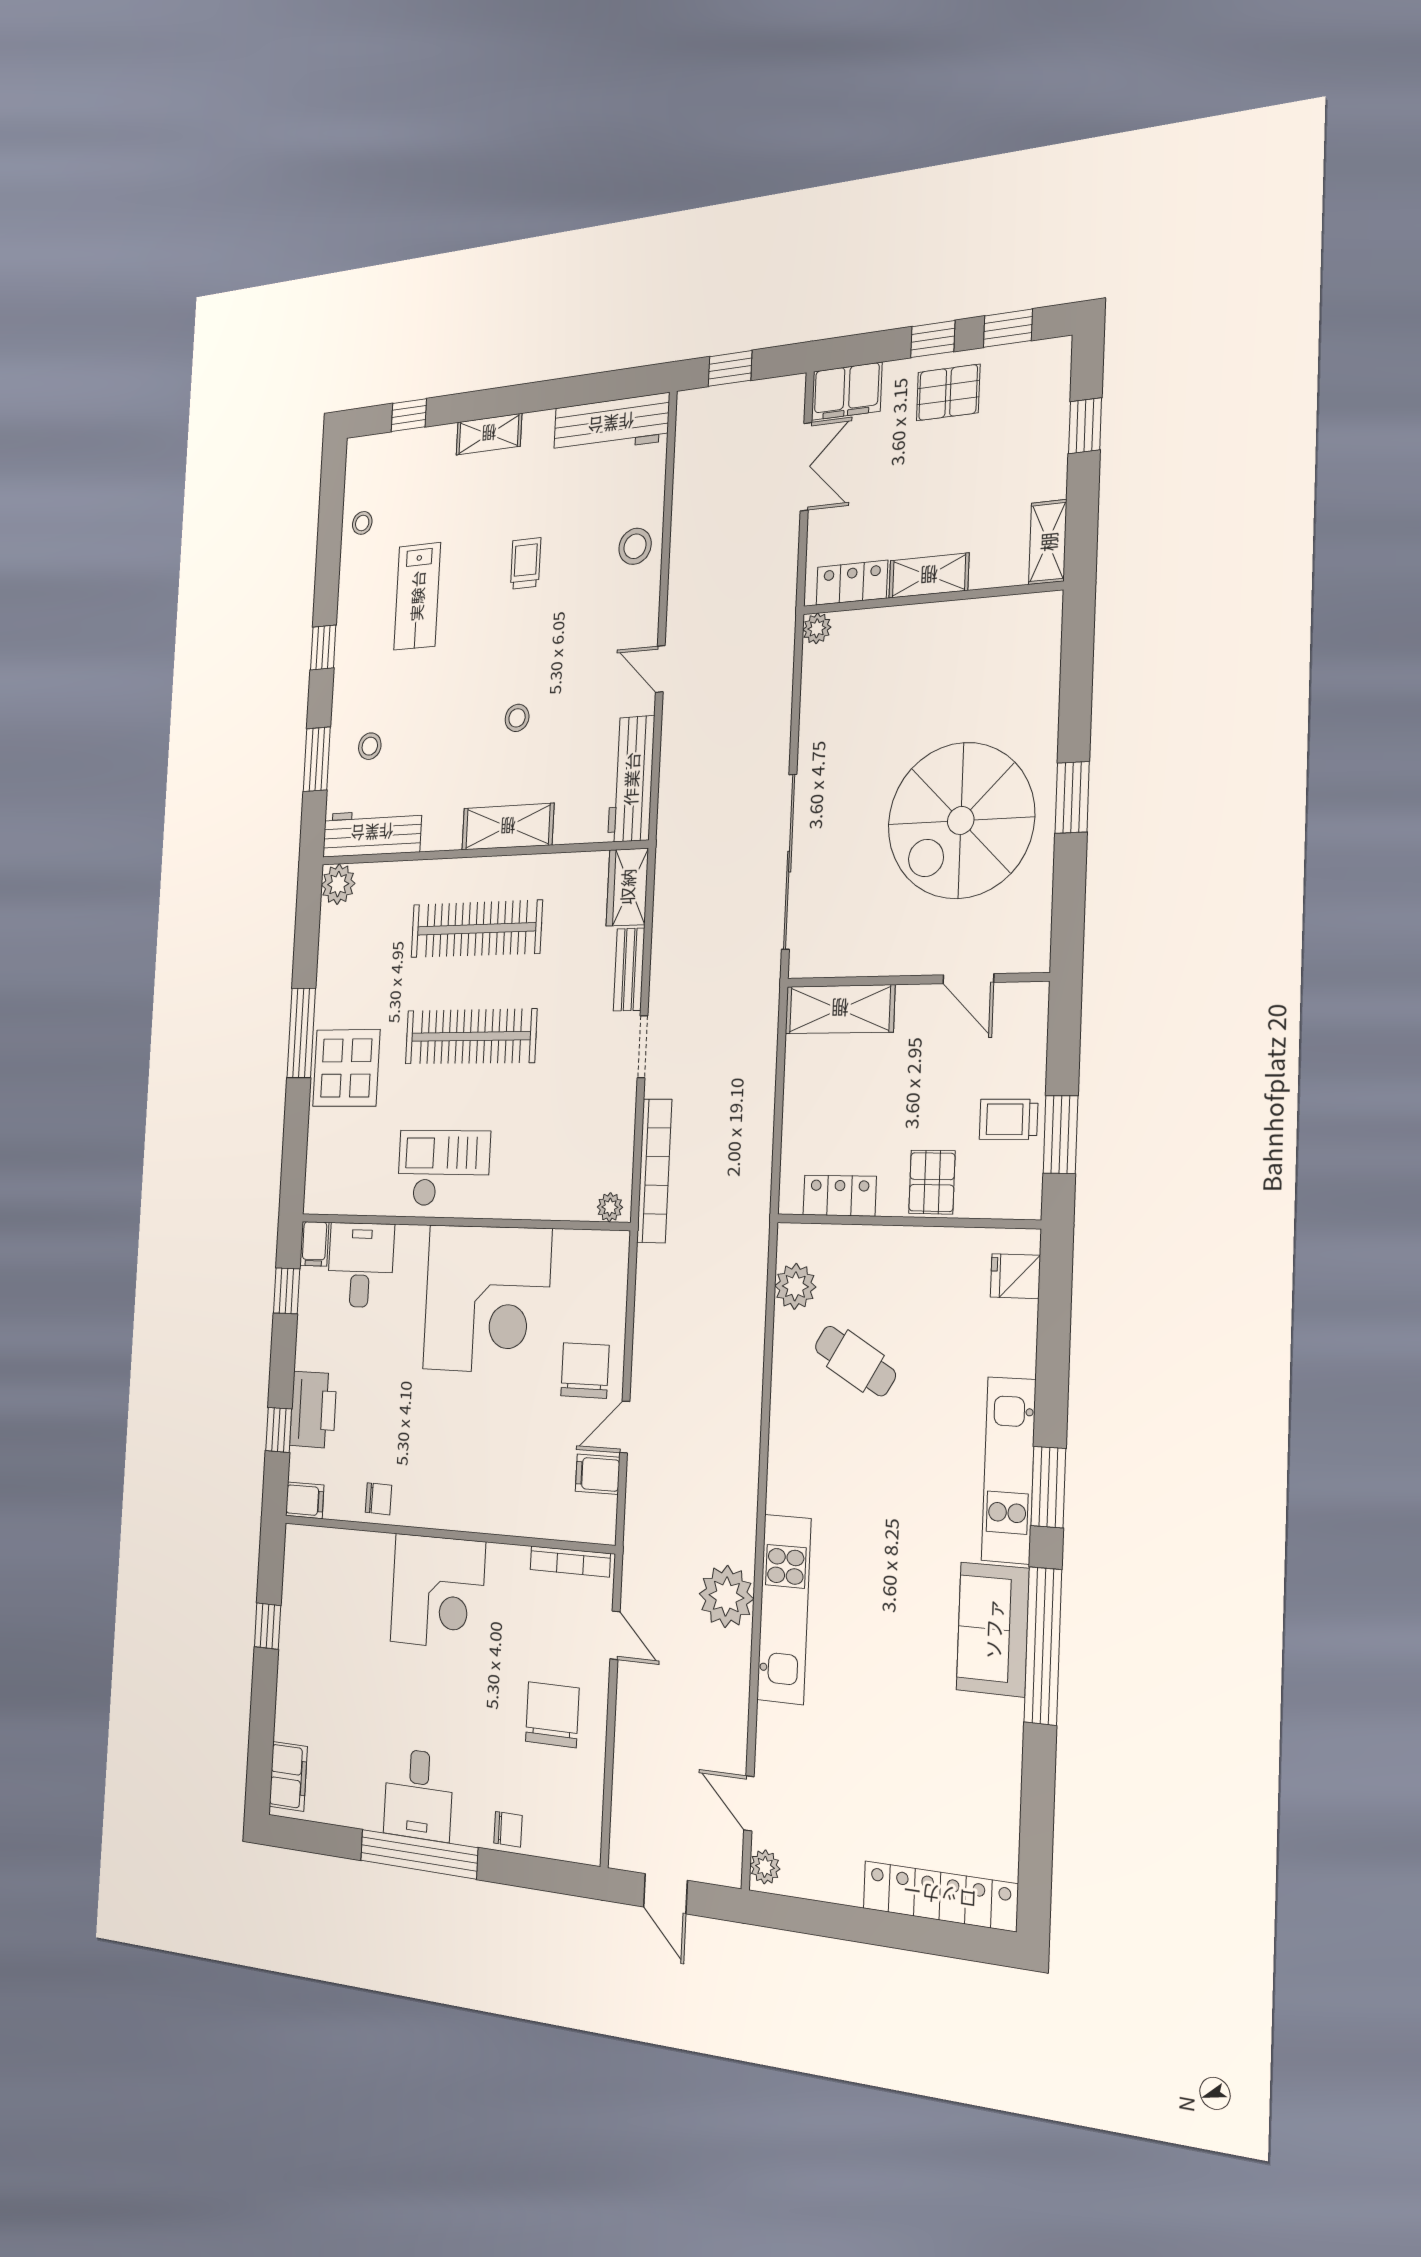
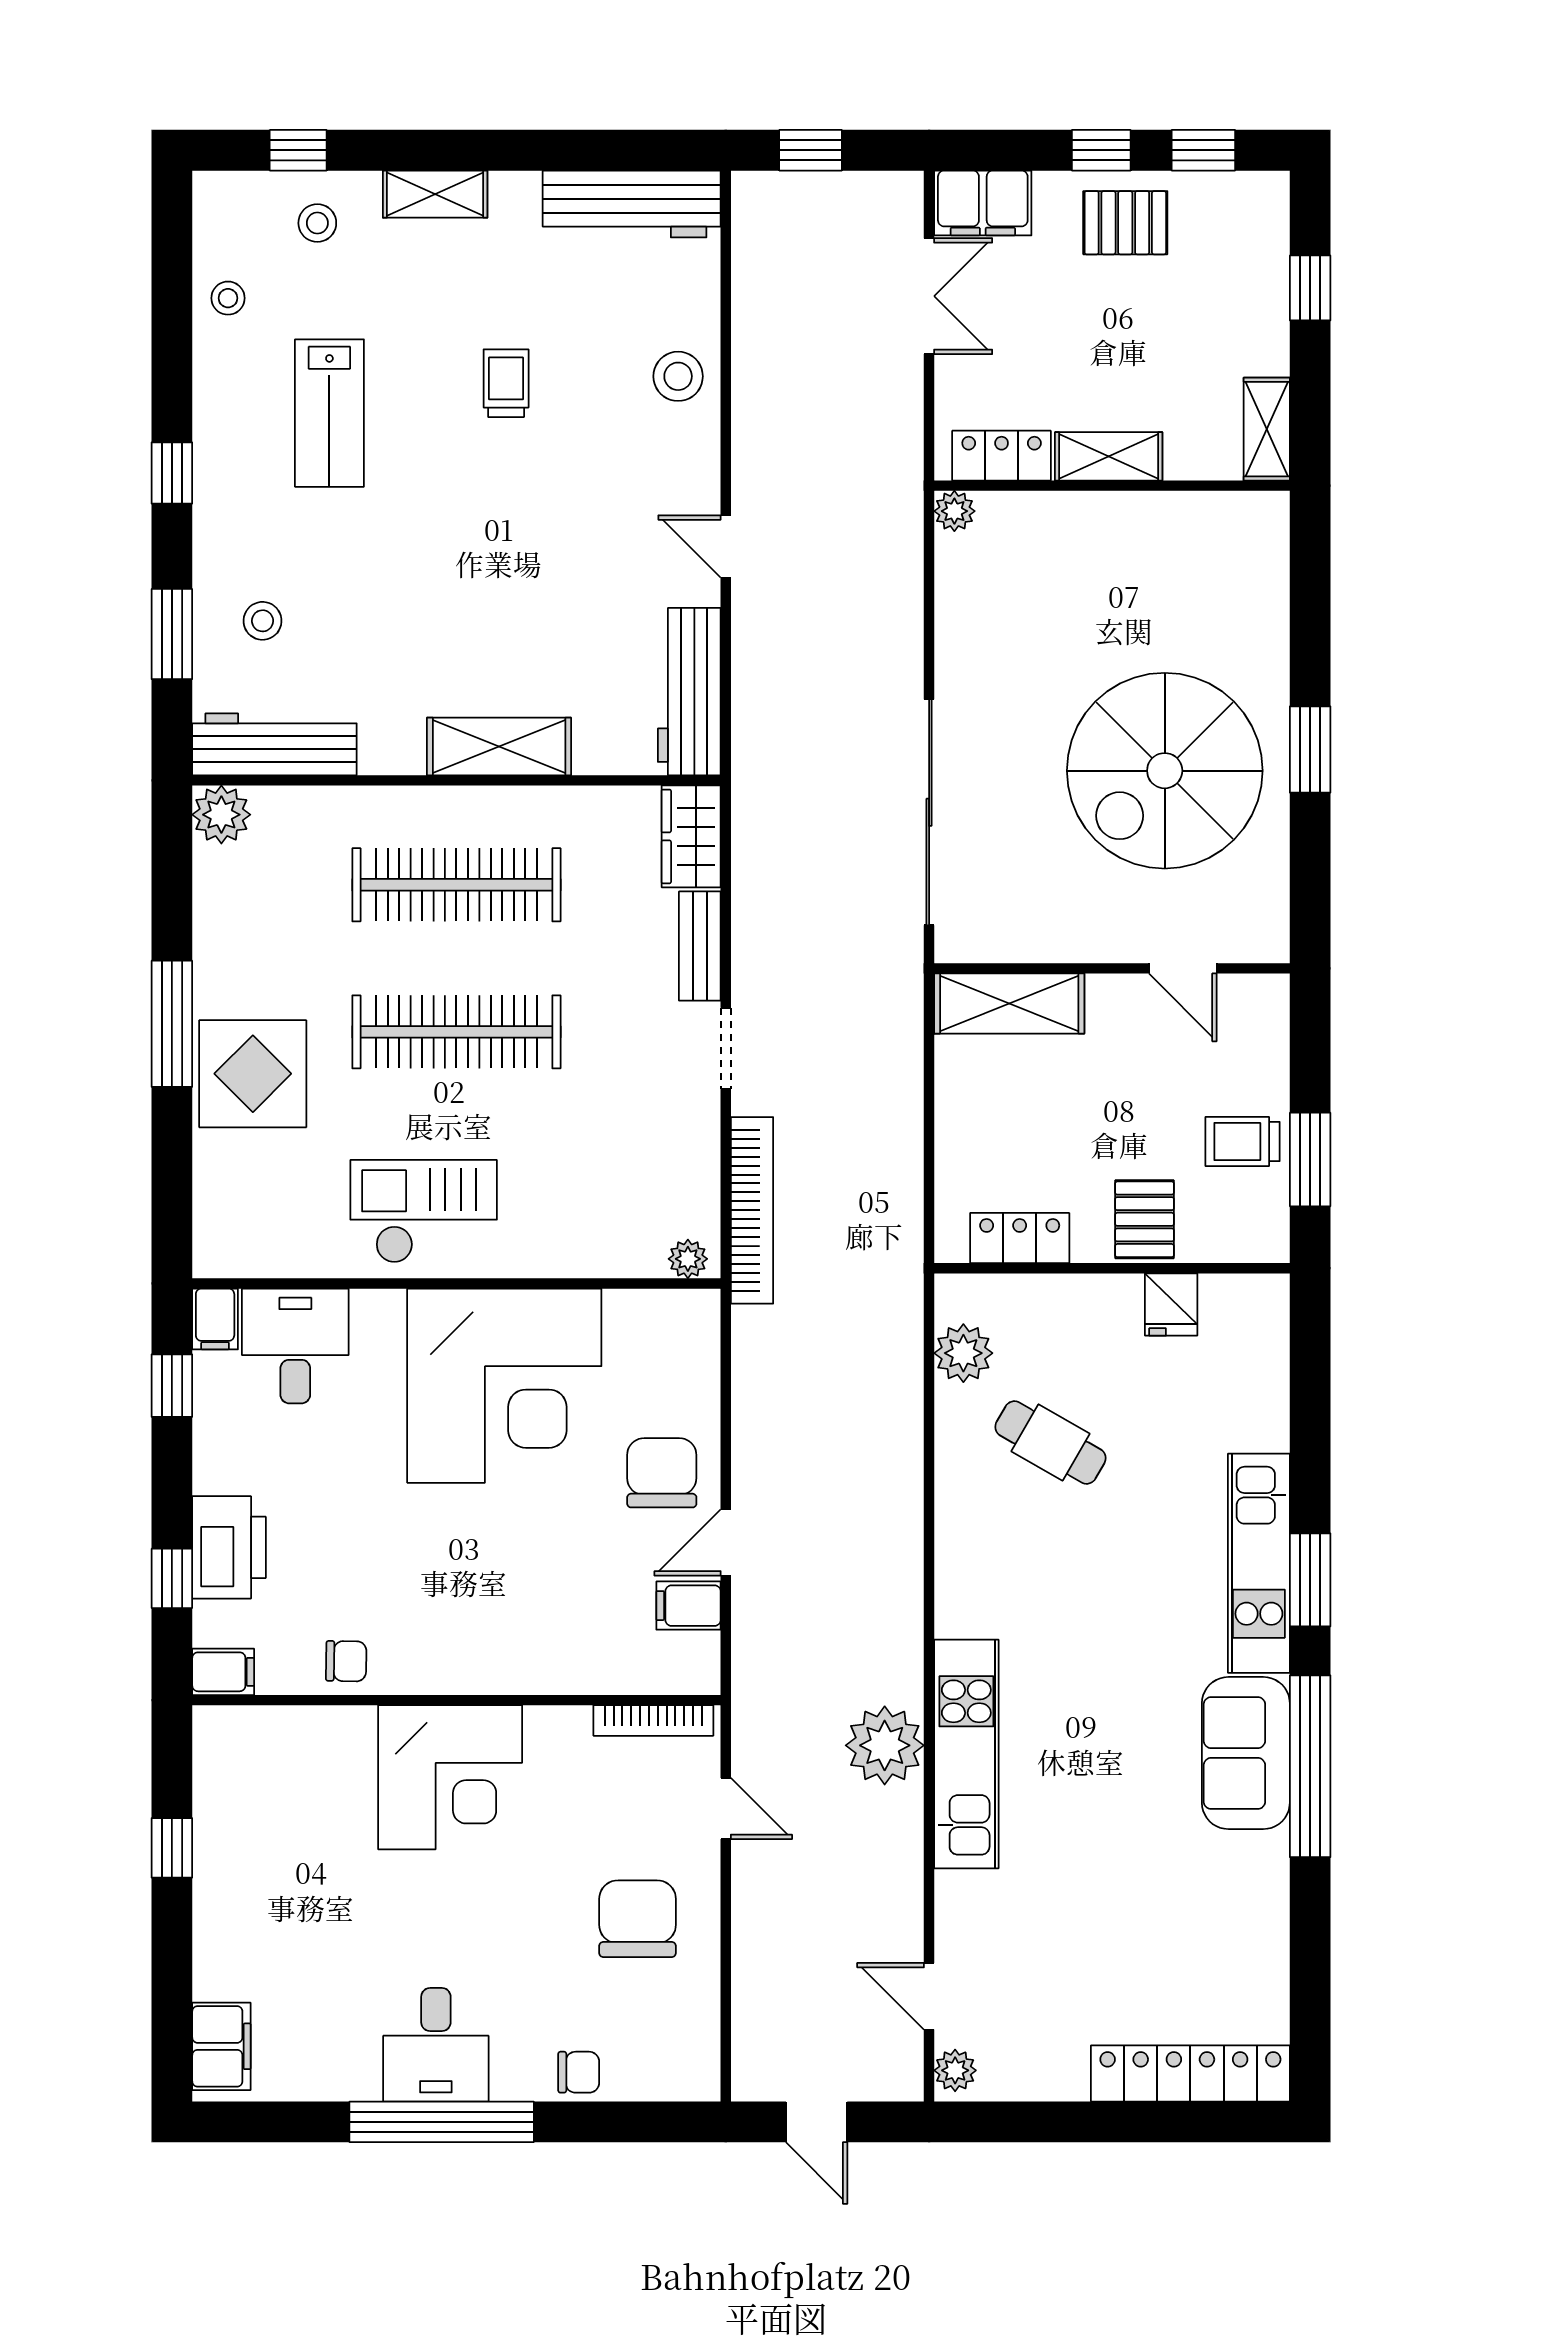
stool: (517, 718) -> (317, 223), moved
fridge: (1015, 1276) -> (1171, 1304), moved, turned -90

